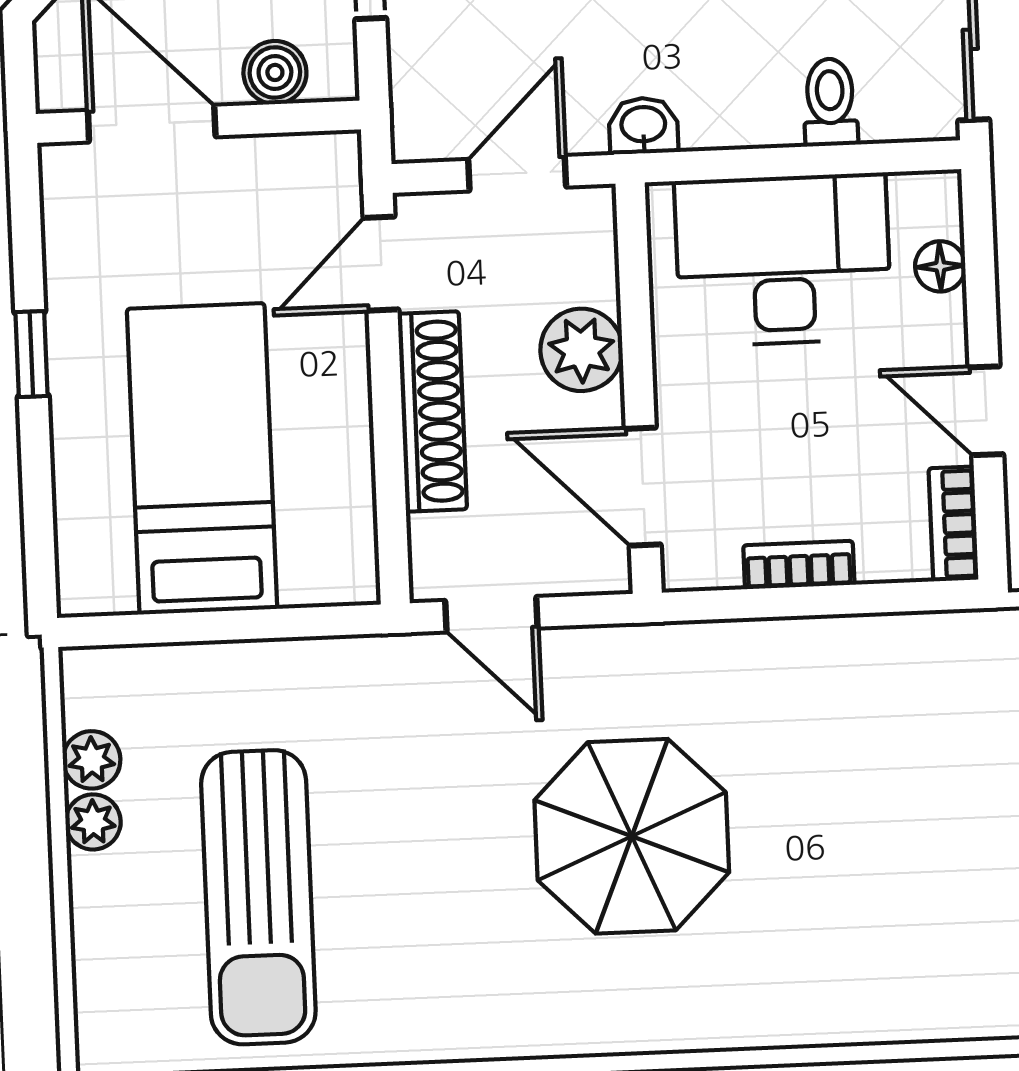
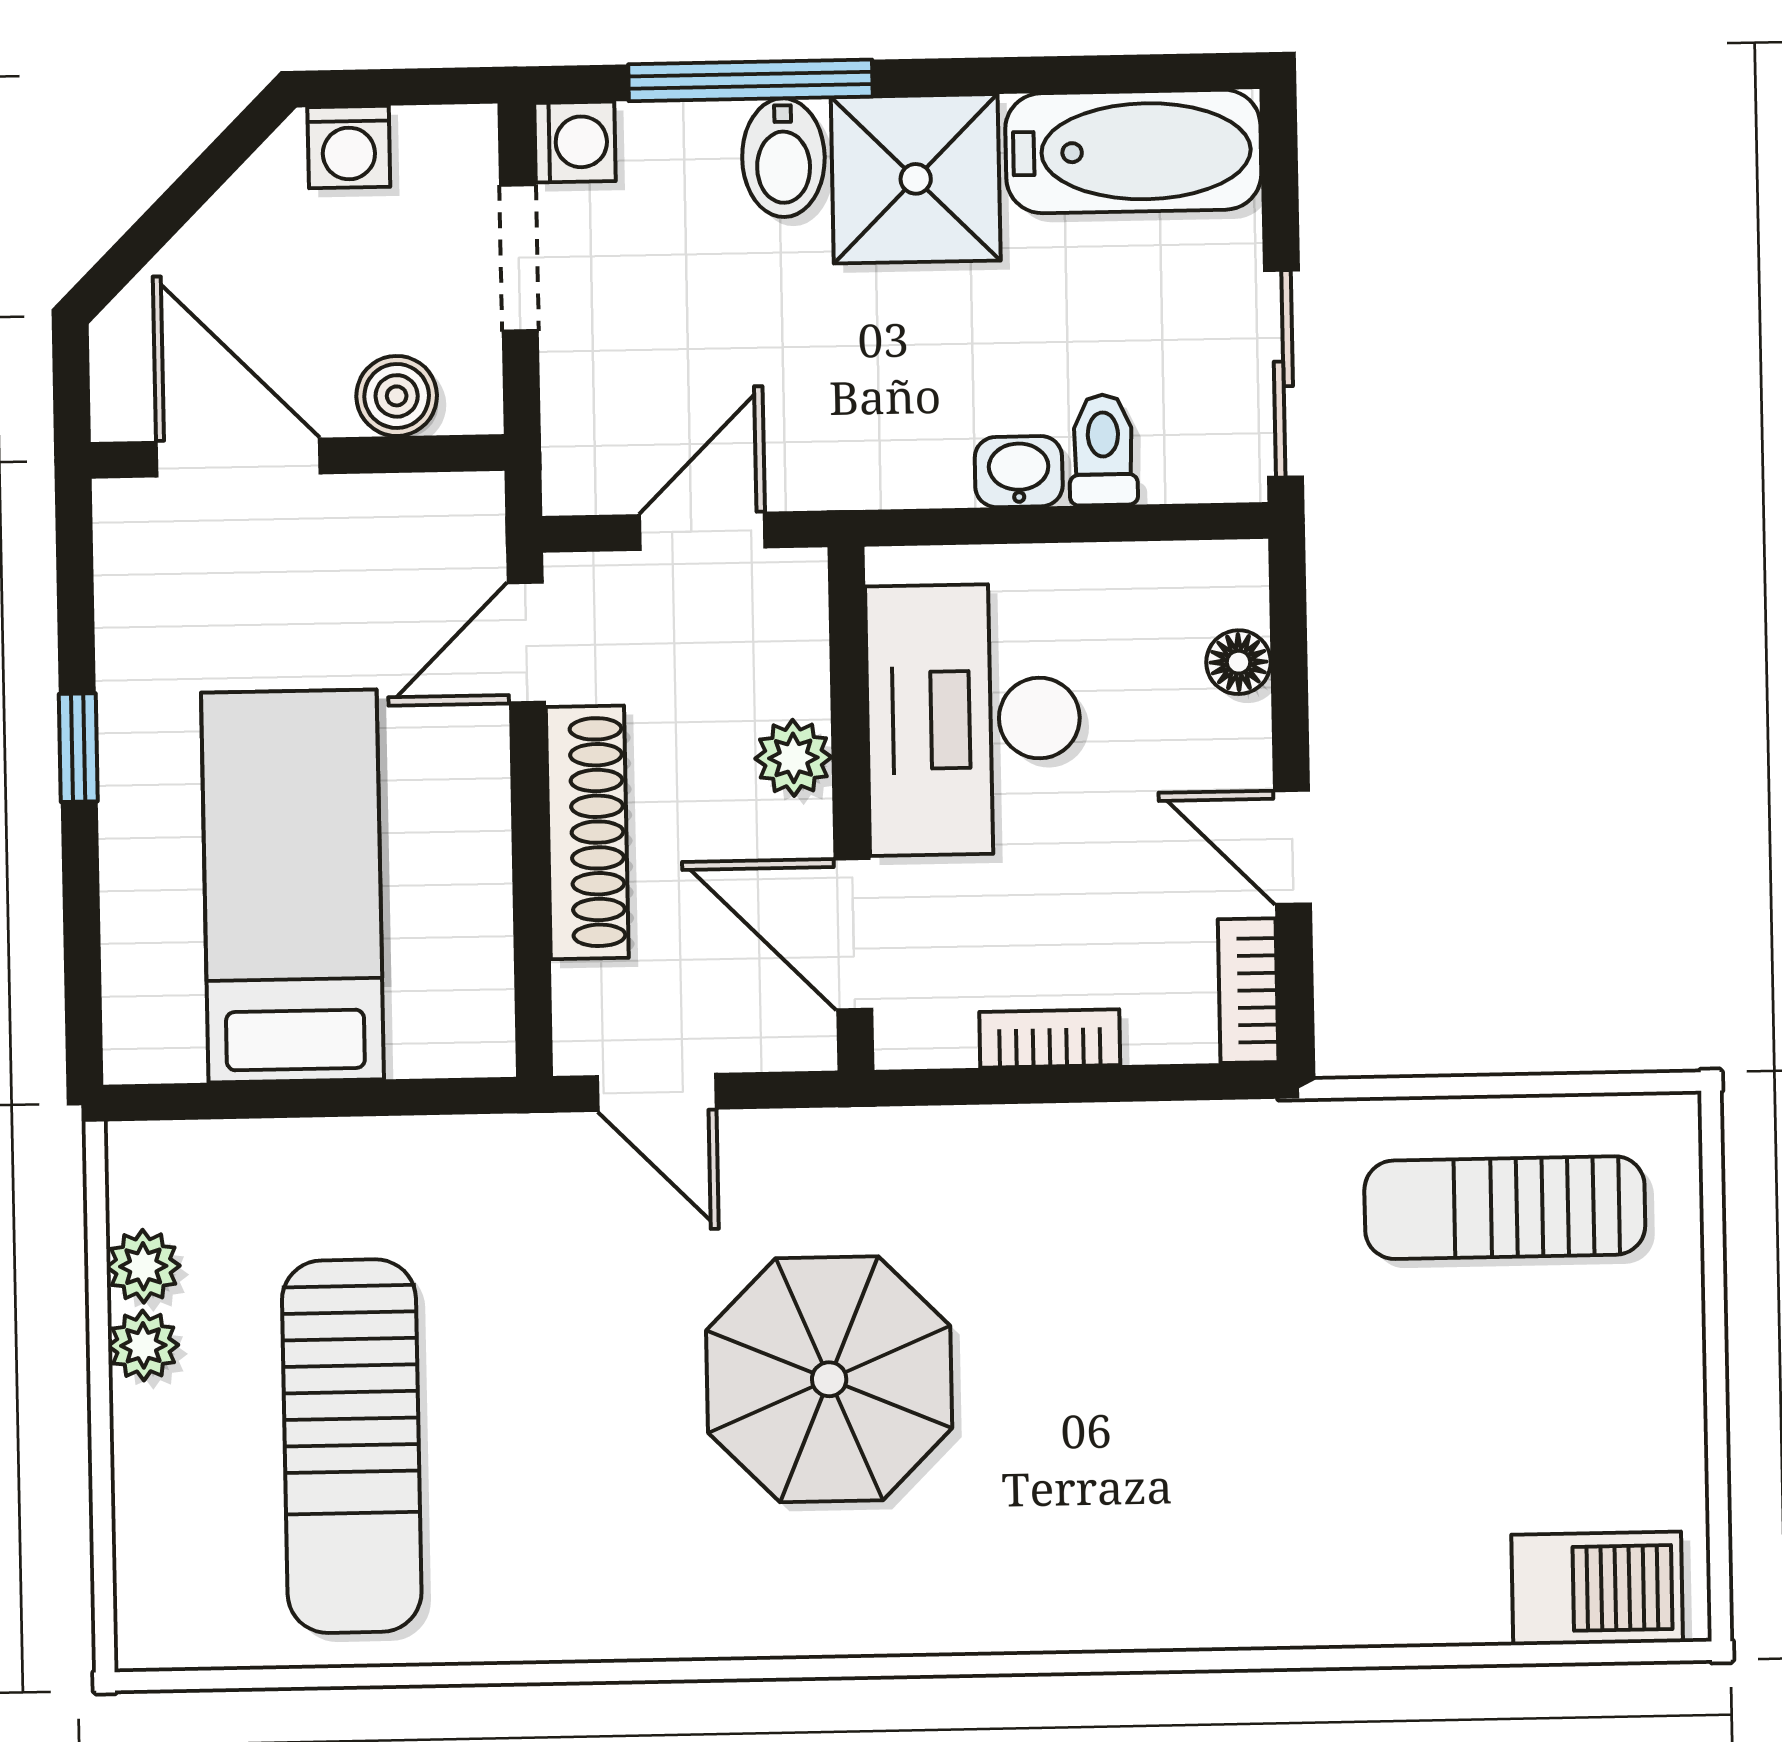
washbasin: (643, 126) -> (1019, 472), moved
desk: (783, 260) -> (974, 719), moved, turned -90
plant: (581, 350) -> (793, 758), width x0.73, depth x0.73

